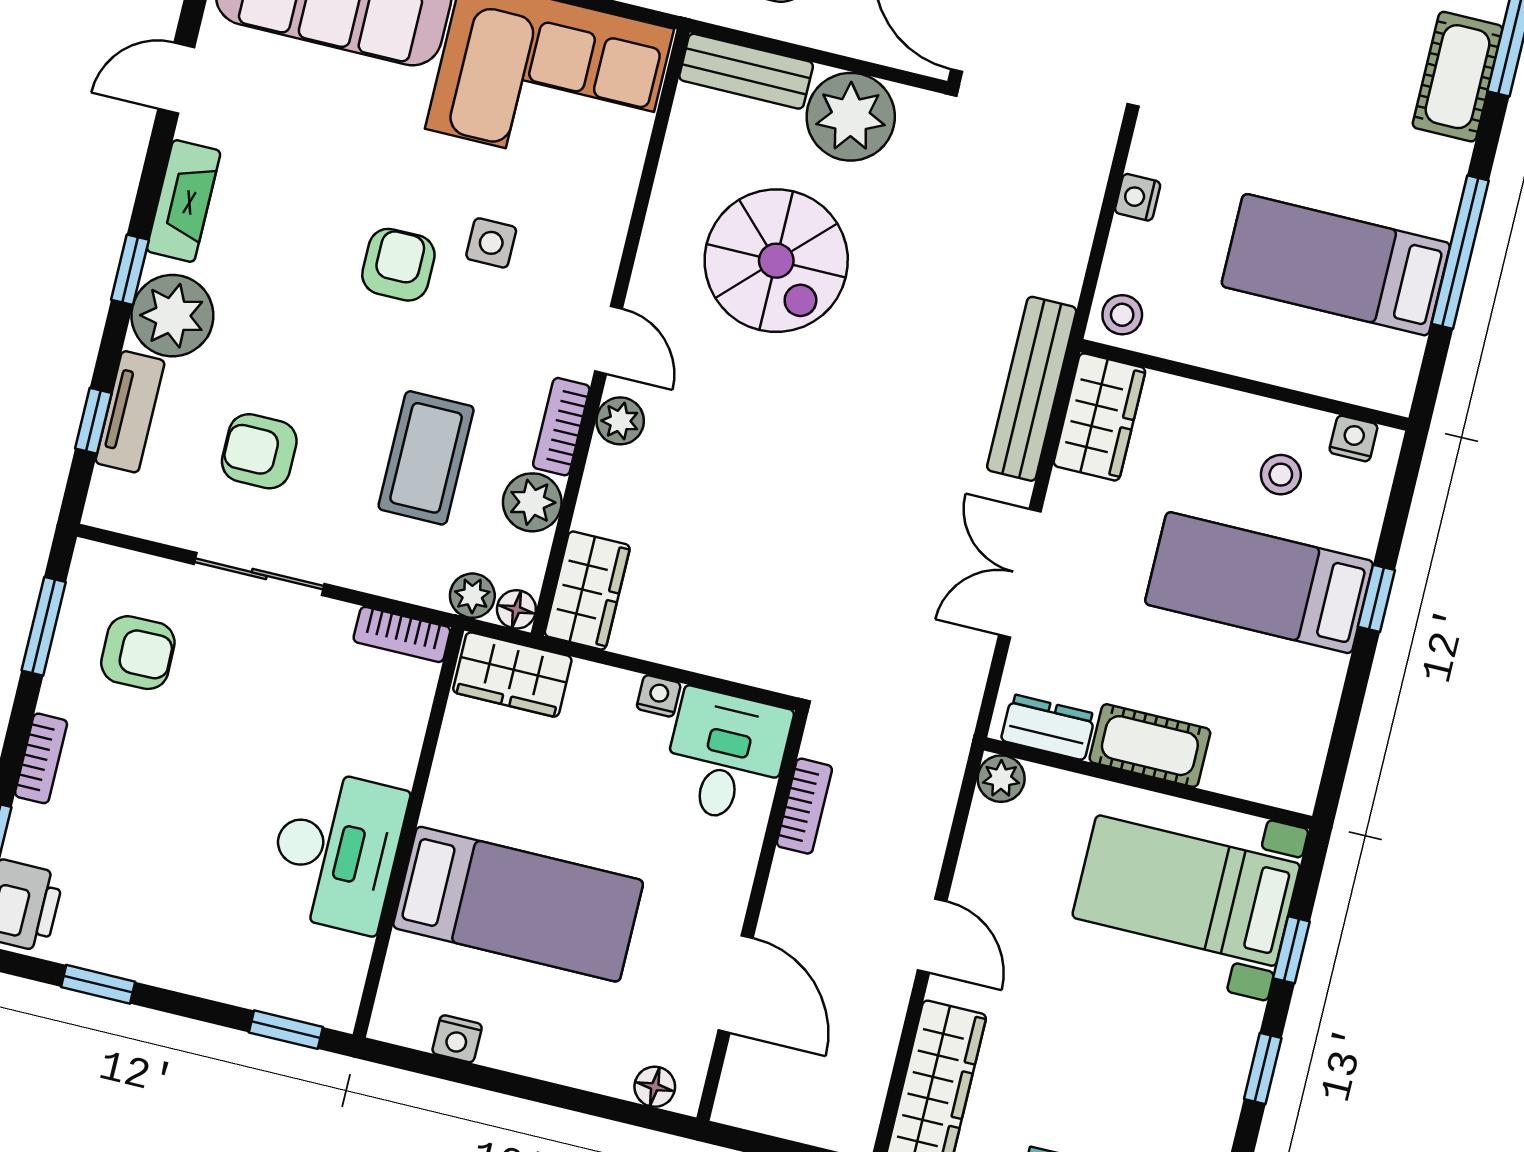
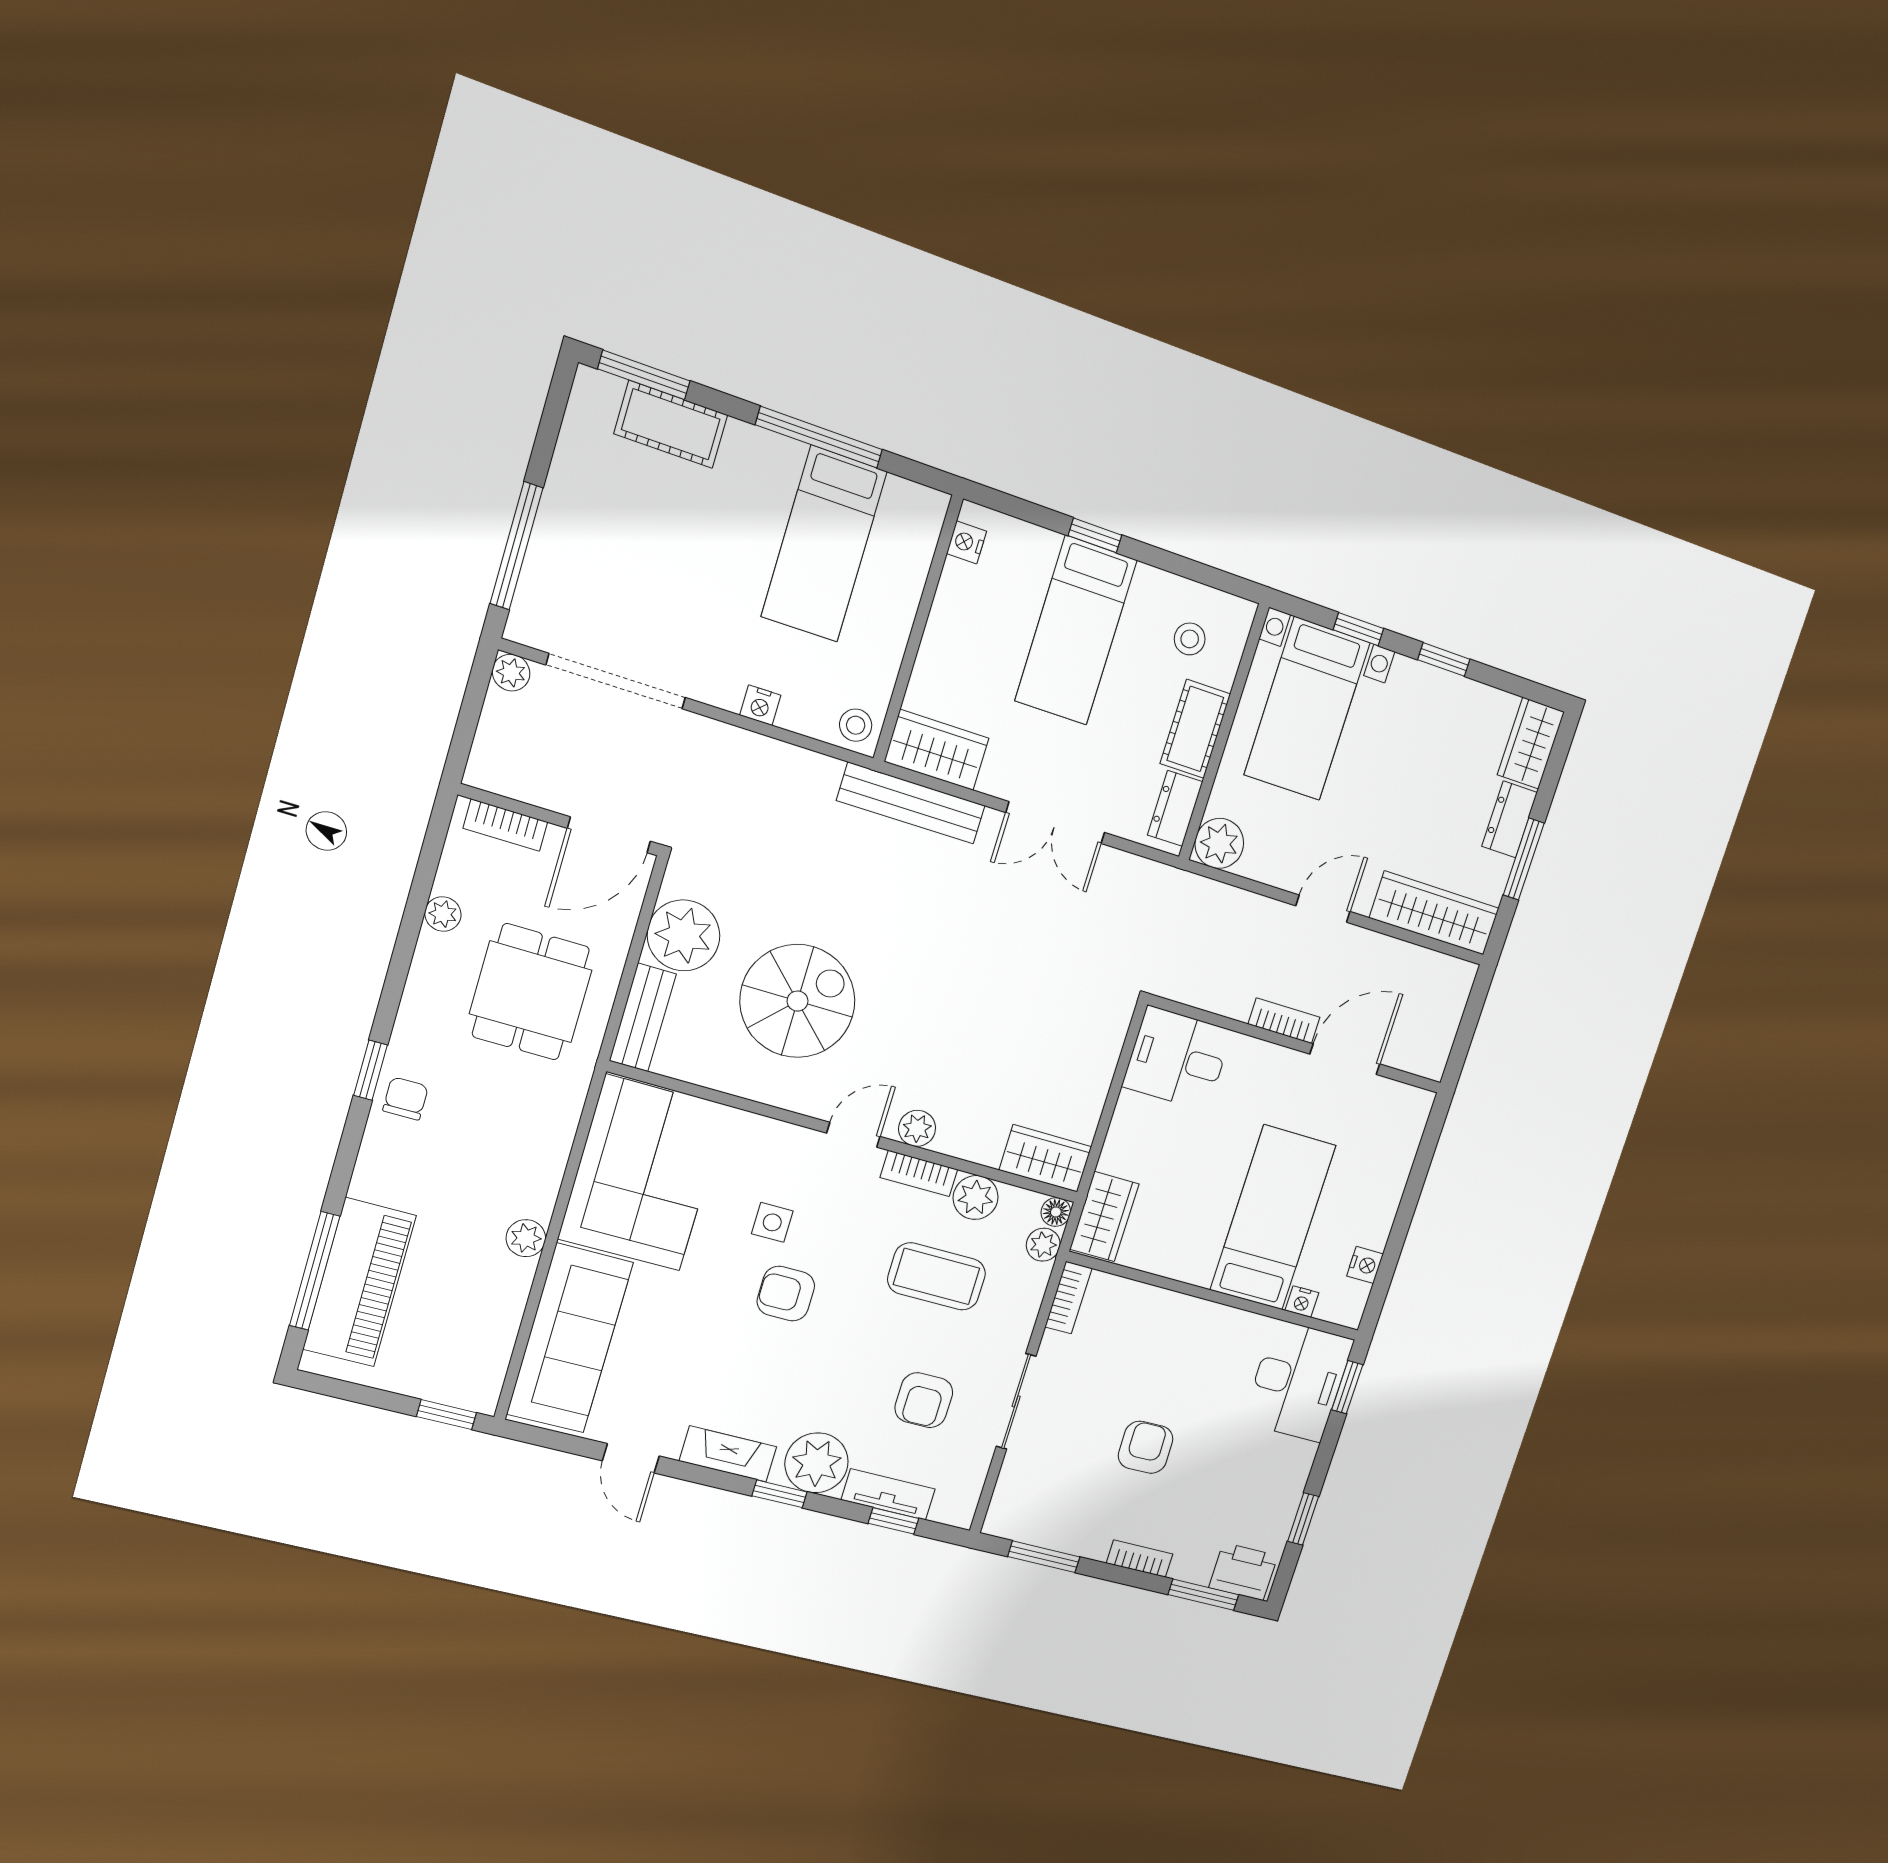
stool: (1281, 475) -> (1190, 639), moved
armchair: (138, 653) -> (1146, 1447), moved
nightstand: (659, 696) -> (1302, 1302), moved, turned -90
plant: (1001, 779) -> (1219, 843), width x1.38, depth x1.38
bookcase: (804, 806) -> (1284, 1021), moved
desk: (336, 851) -> (1298, 1381), moved, turned 90
floor lamp: (655, 1087) -> (1413, 1122), removed

